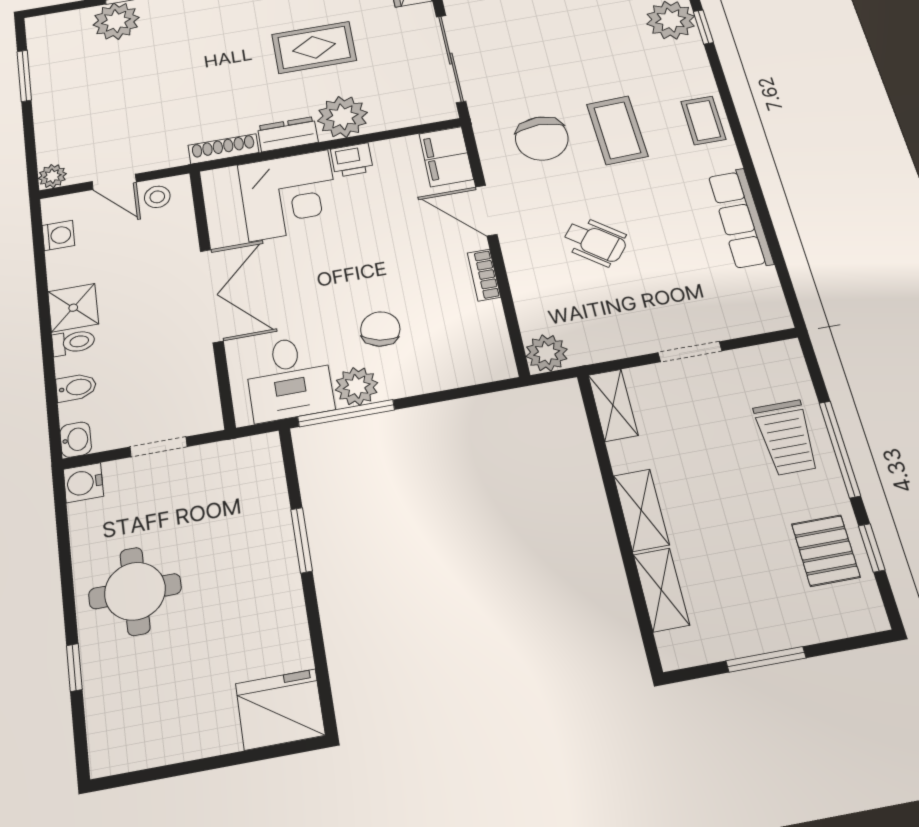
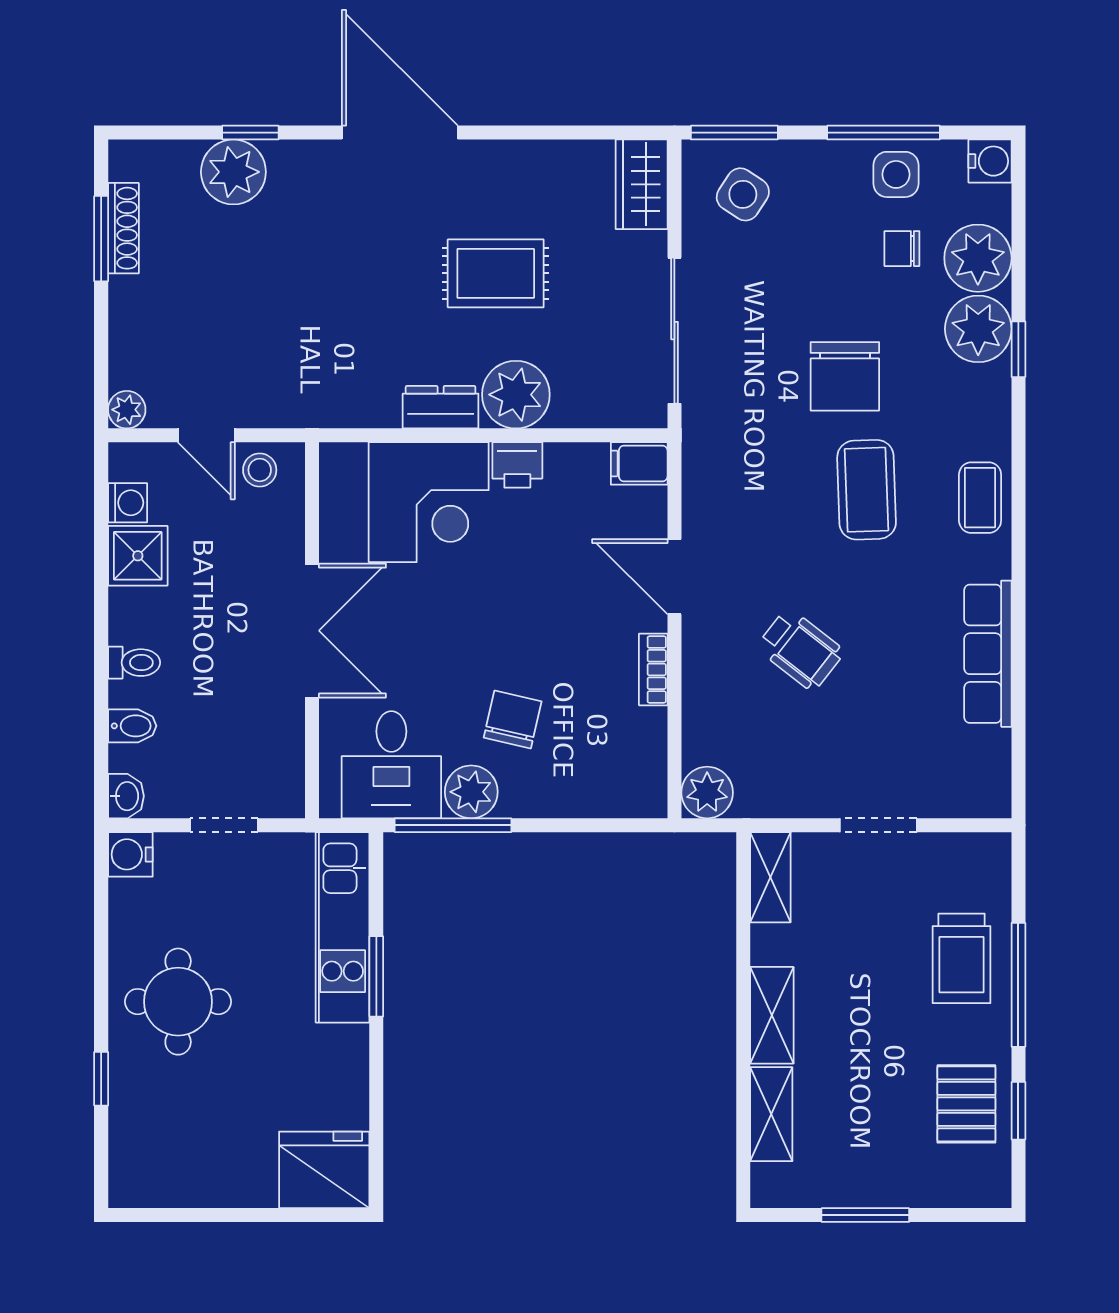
chair: (542, 138) -> (845, 376), moved
shoe rack: (223, 149) -> (123, 228), moved, turned 90
filing cabinet: (446, 157) -> (639, 463), width x0.50
shower: (73, 308) -> (138, 556), moved
kitchen unit: (267, 507) -> (343, 927), added

